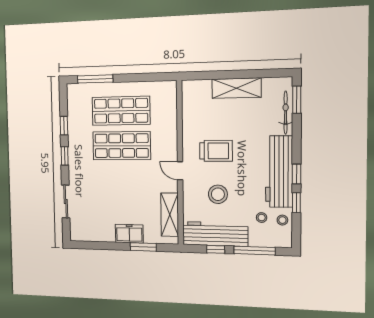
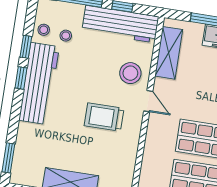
bicycle: (286, 113) -> (22, 146), removed
stool: (218, 194) -> (130, 73), moved

